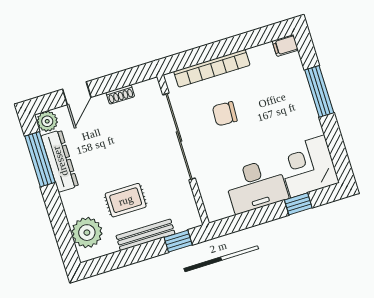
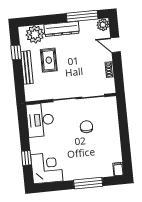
bookcase: (212, 68) -> (114, 125), removed
dresser: (60, 161) -> (62, 29), moved
desk: (256, 186) -> (40, 120), moved
window: (178, 241) -> (16, 52), moved

